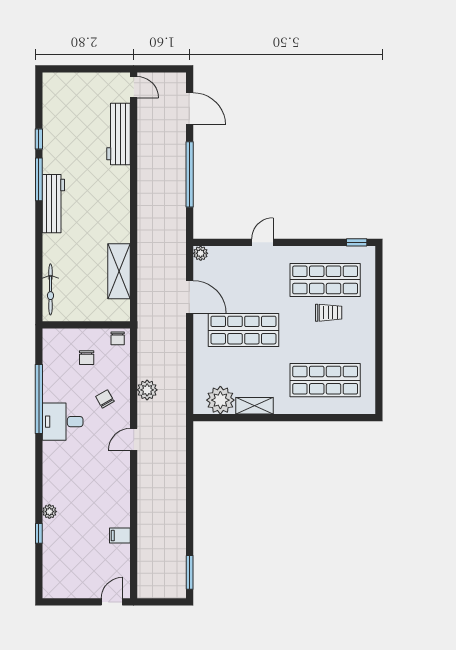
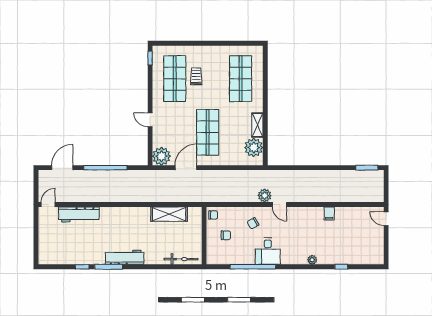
plant: (201, 253) -> (161, 156), width x1.88, depth x1.88
plant: (147, 390) -> (265, 196), moved
plant: (49, 512) -> (312, 260), moved
filing cabinet: (120, 536) -> (329, 213), moved

